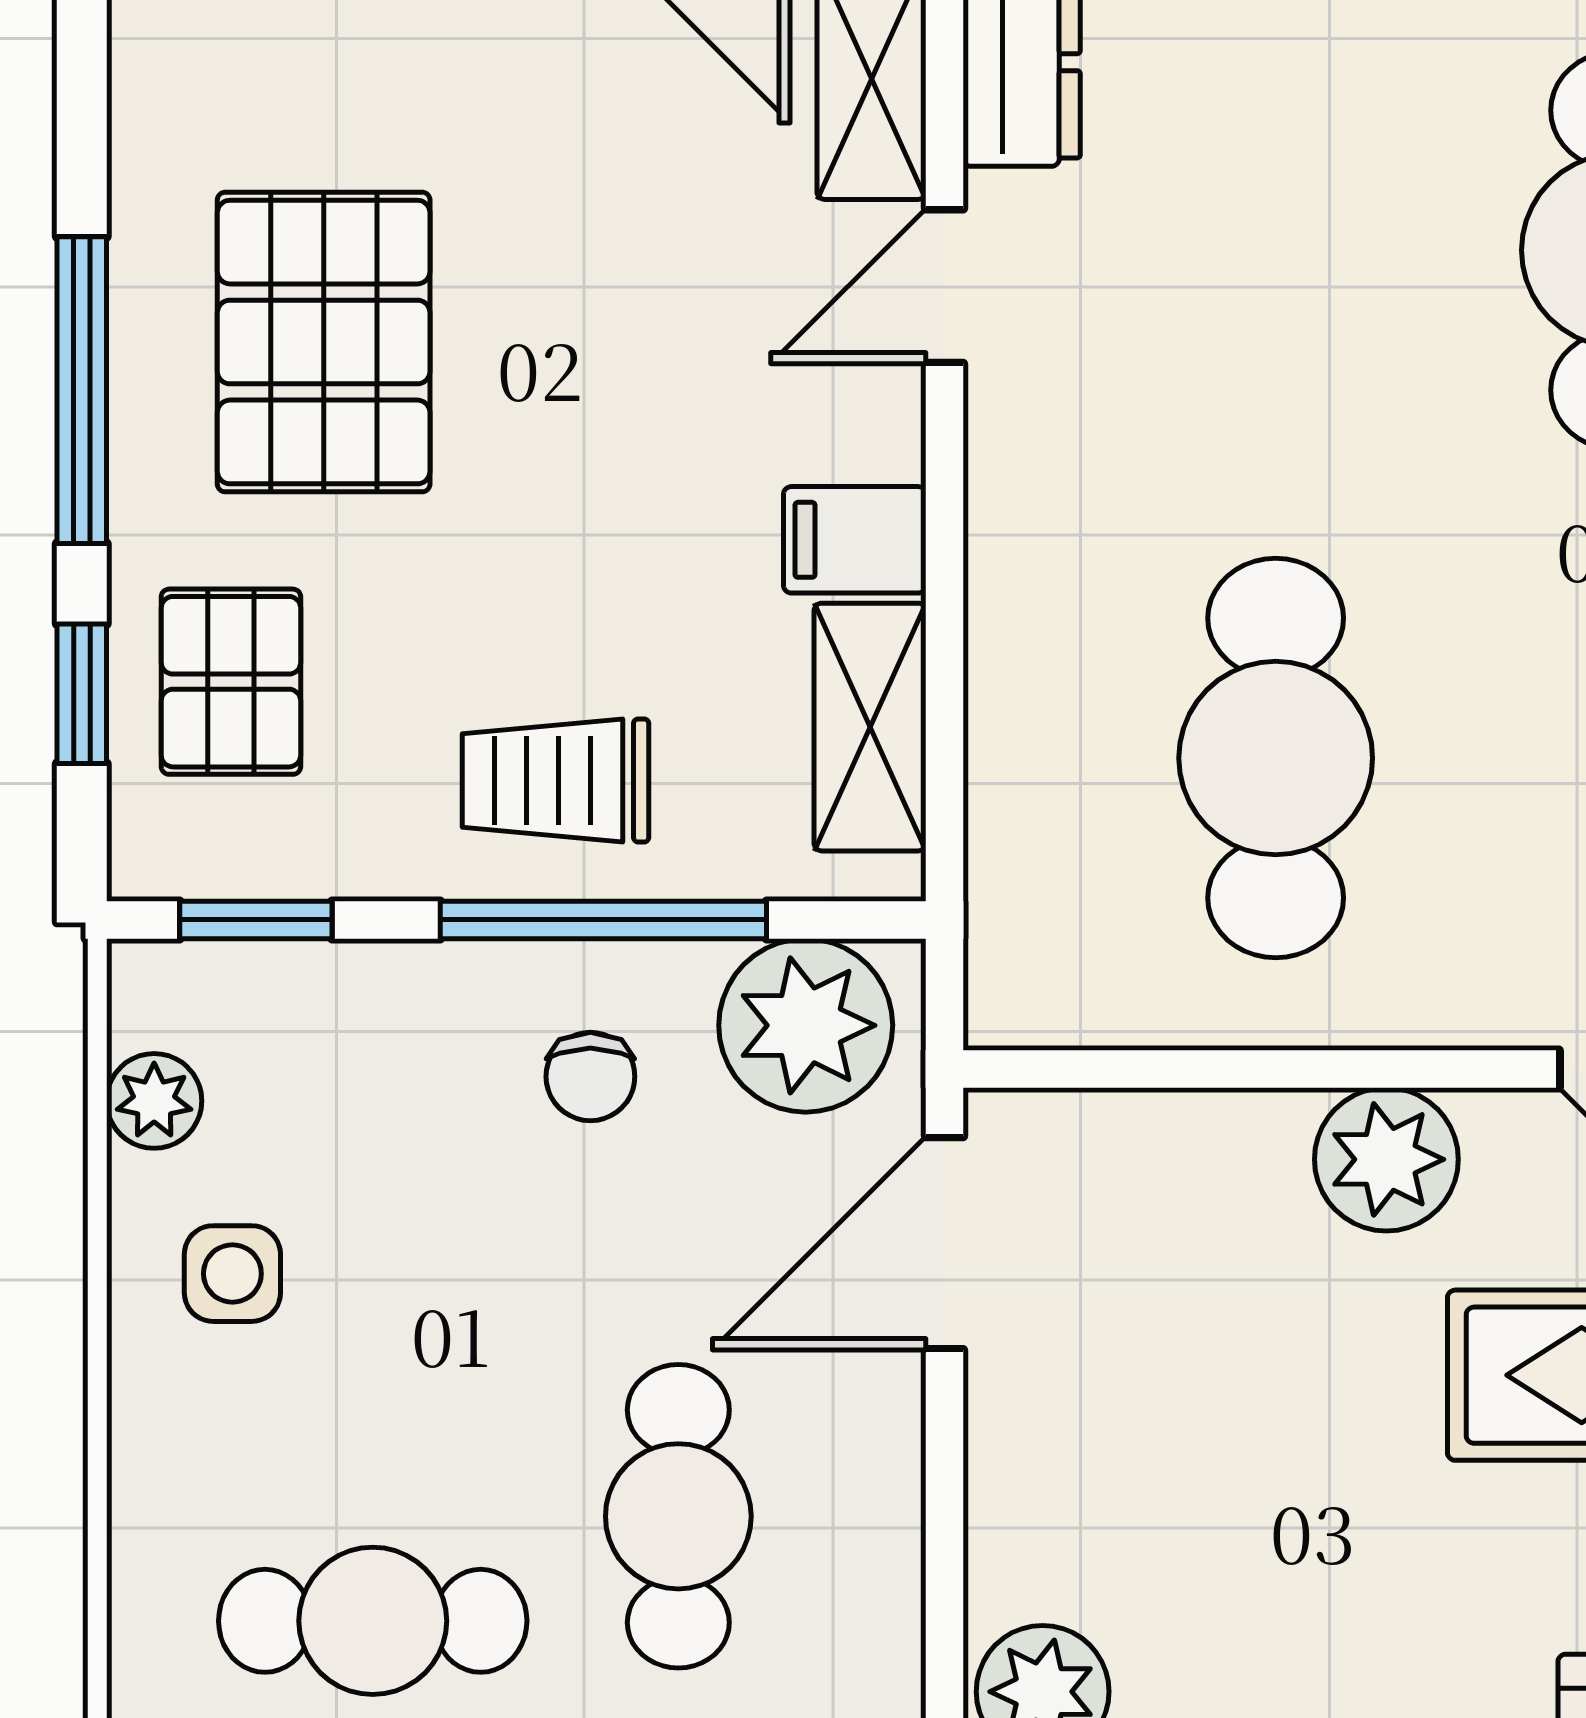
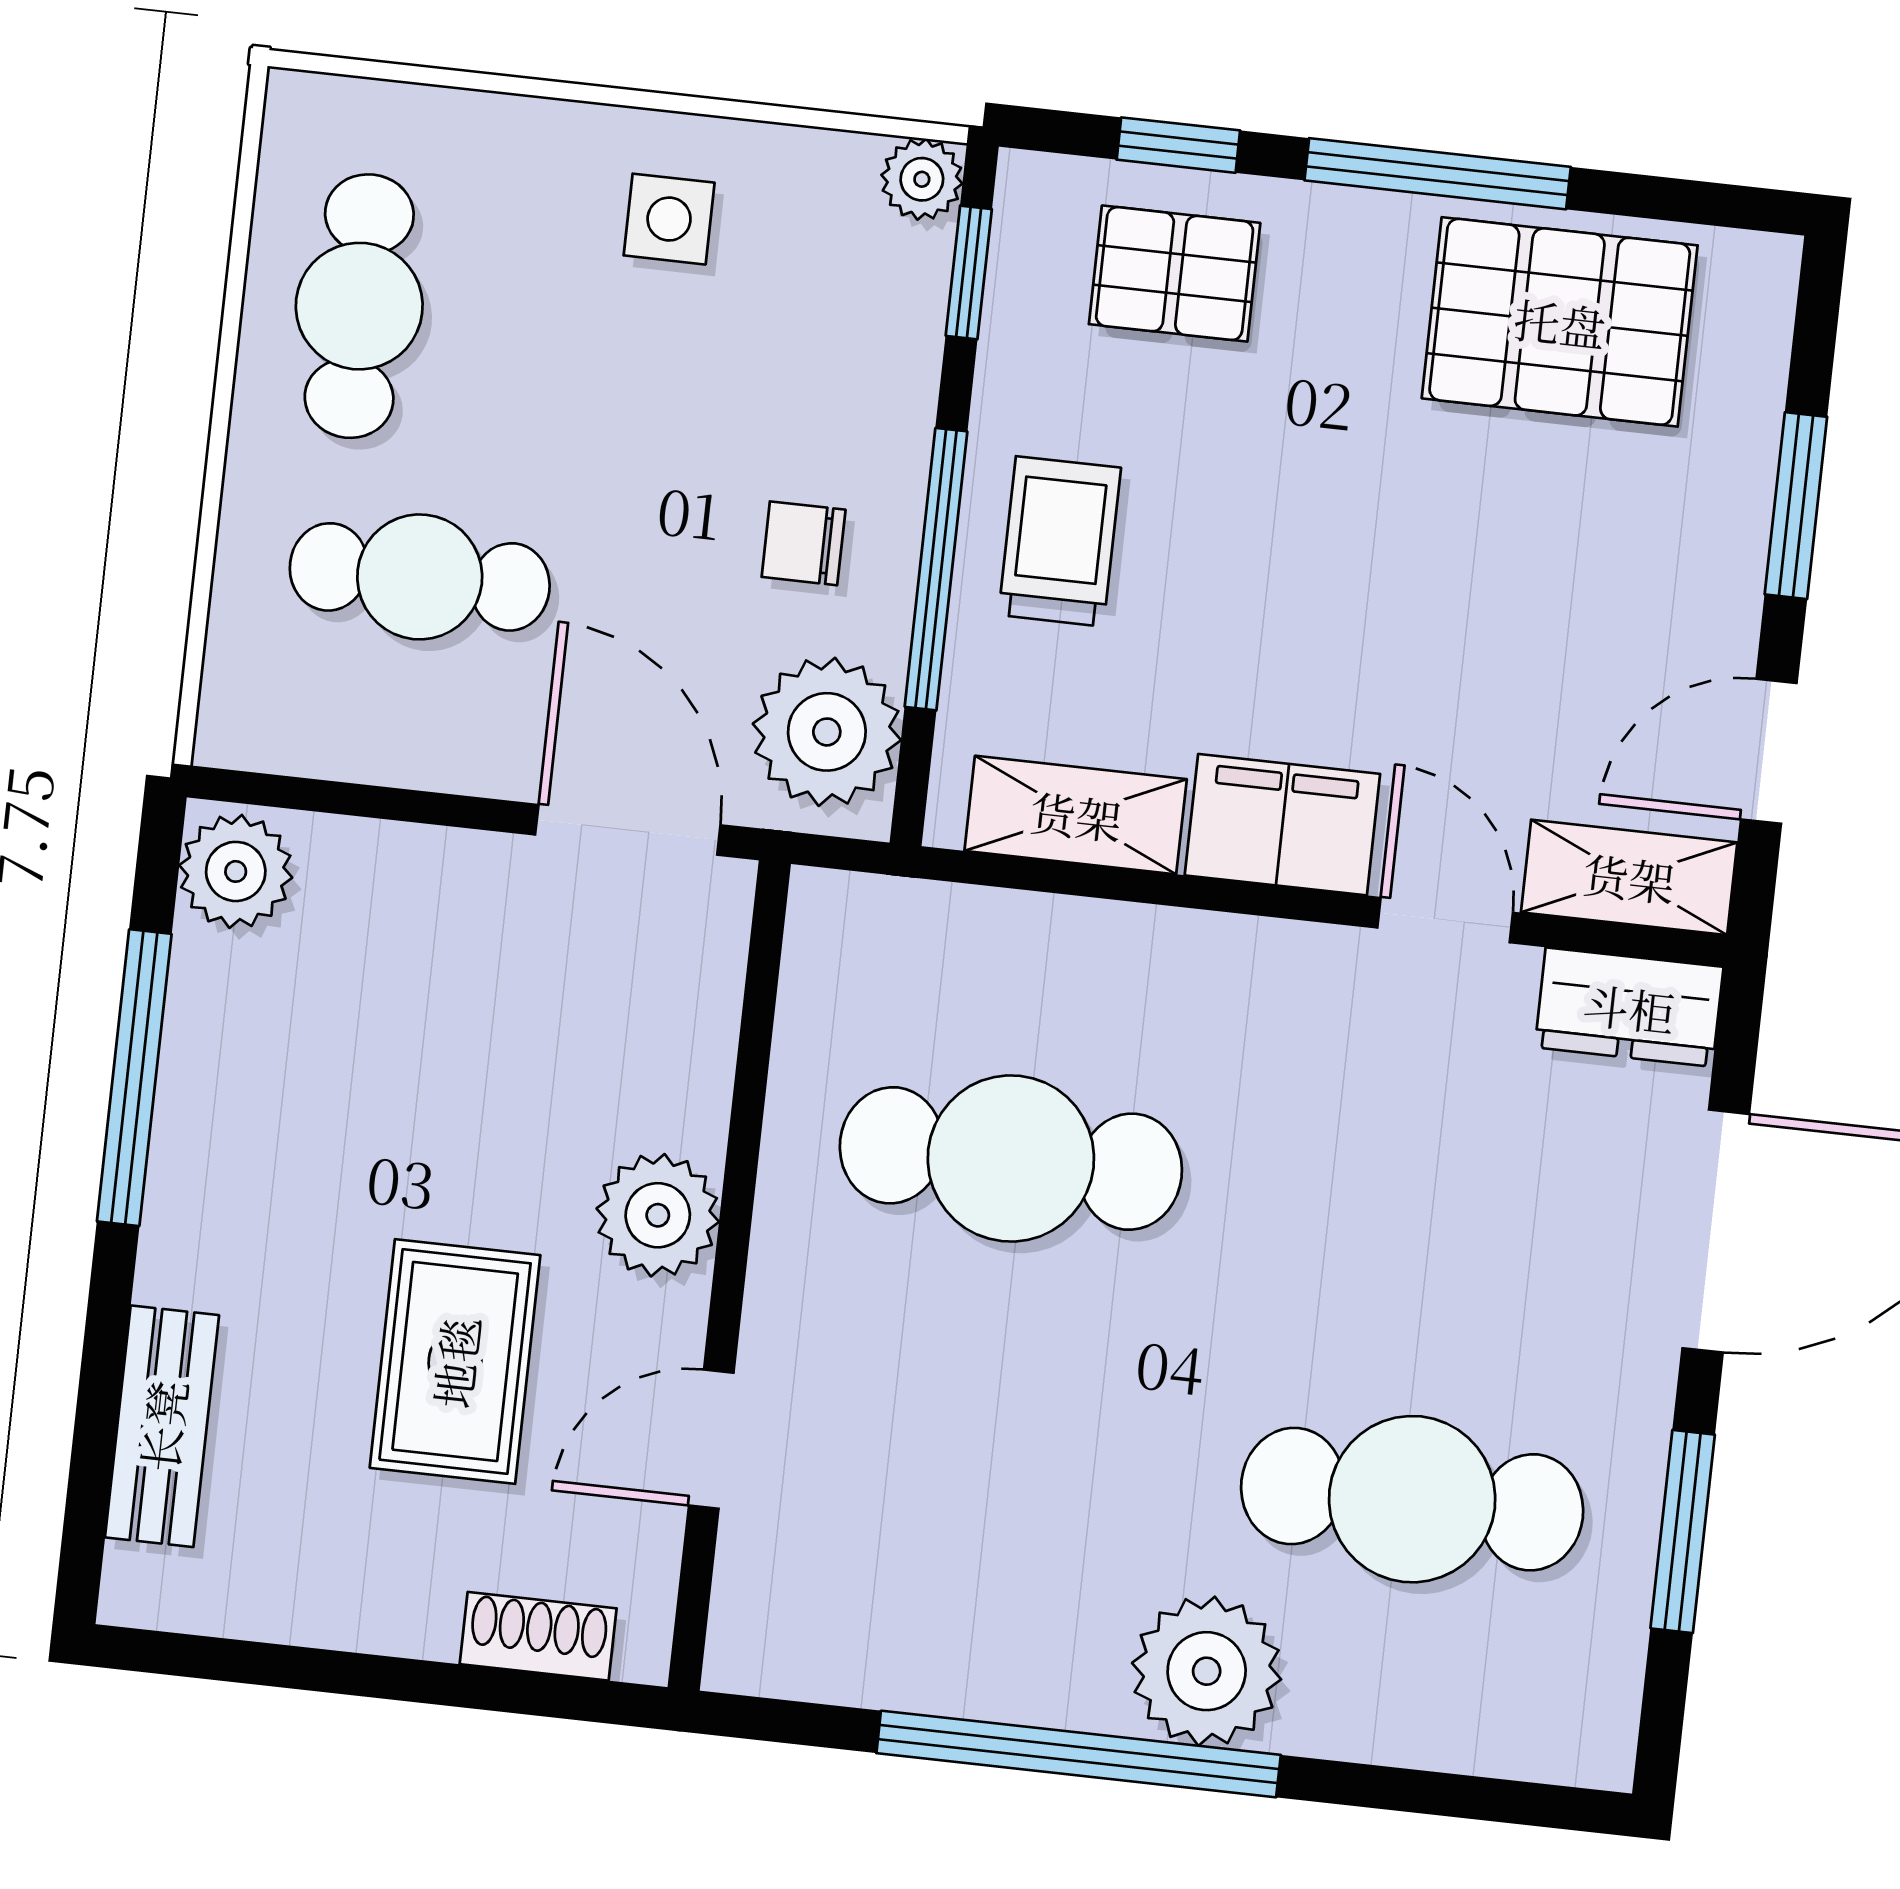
pallet: (324, 342) -> (1560, 322), moved
filing cabinet: (855, 540) -> (1282, 825), width x2.00
plant: (154, 1101) -> (922, 179), moved

